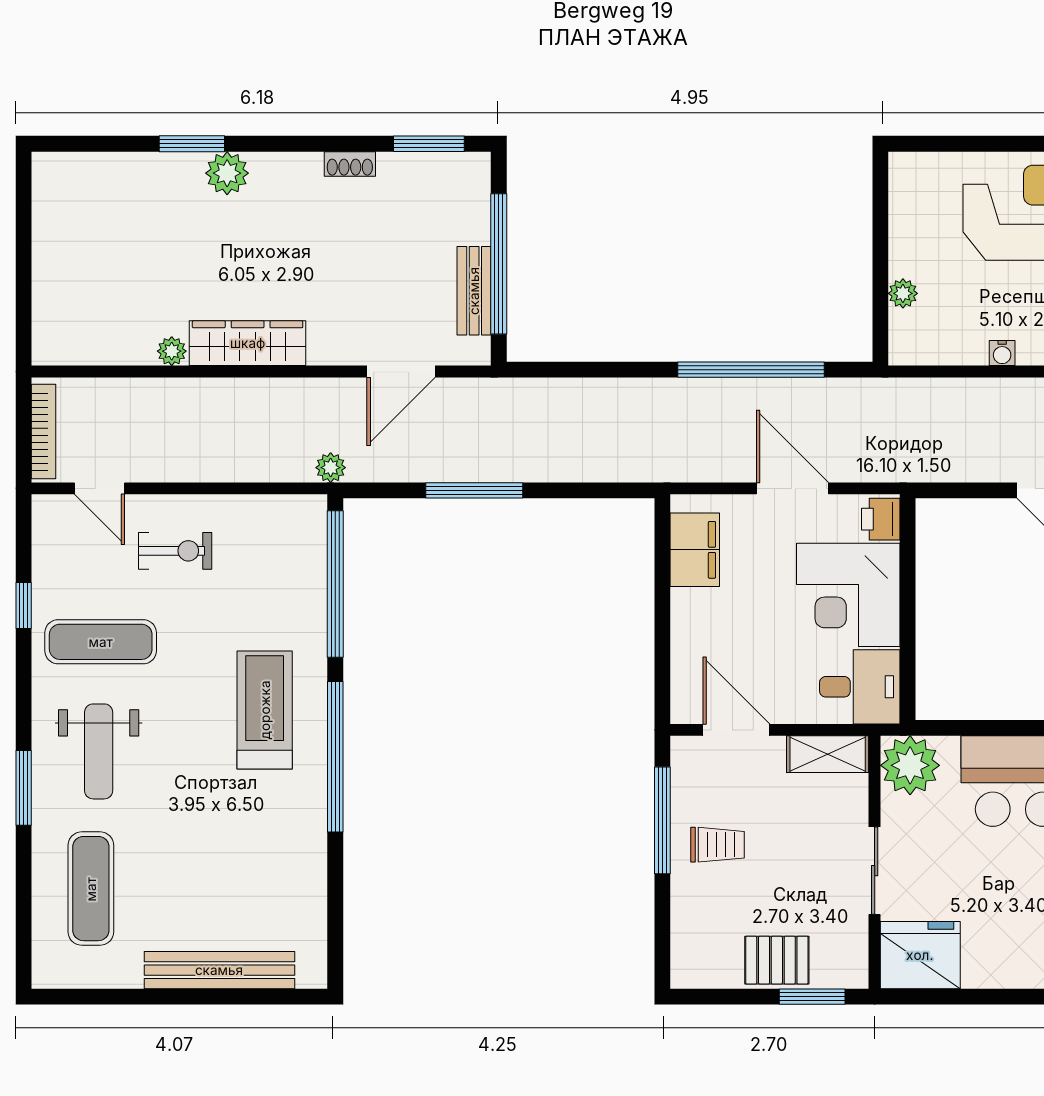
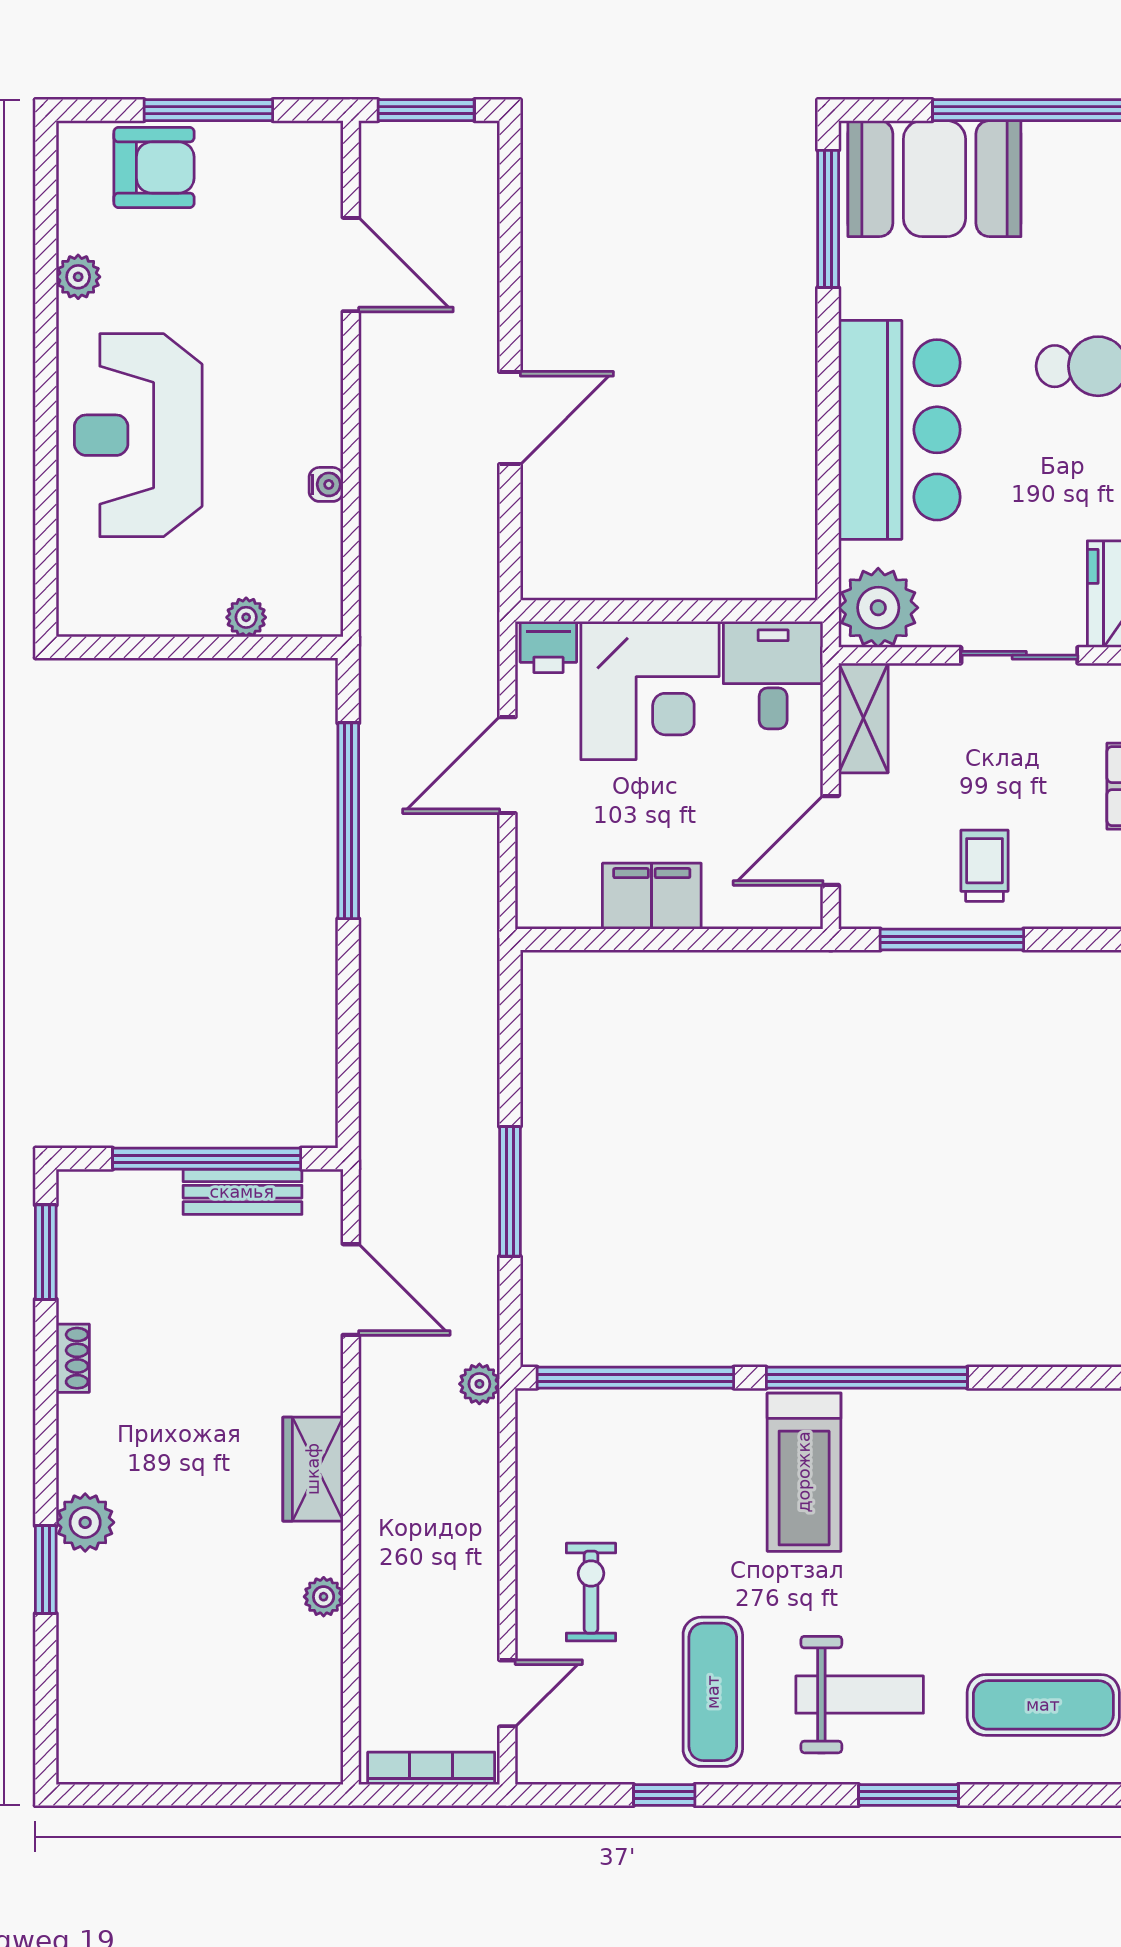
wardrobe: (248, 343) -> (313, 1469), width x0.67
filing cabinet: (695, 550) -> (652, 896), moved
treadmill: (265, 710) -> (804, 1472), turned -90

